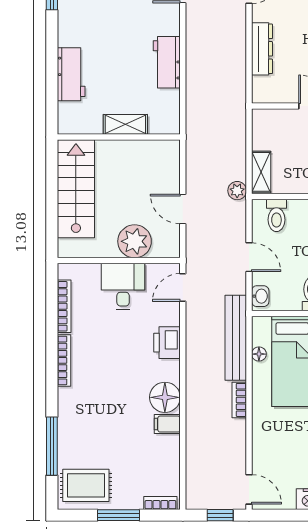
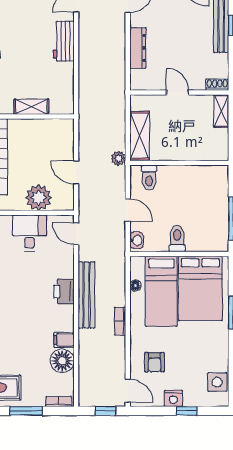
workbench: (167, 62) -> (64, 41), moved
shelving: (261, 172) -> (140, 136), width x1.50, depth x1.33
door: (183, 288) -> (76, 234), hinge flipped
bench: (236, 338) -> (86, 295), moved
printer: (167, 343) -> (64, 291), moved
floor lamp: (165, 397) -> (62, 361), moved
armchair: (283, 453) -> (154, 362), added

